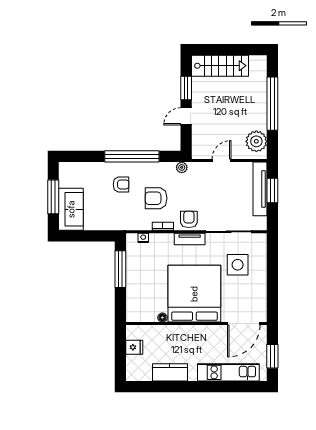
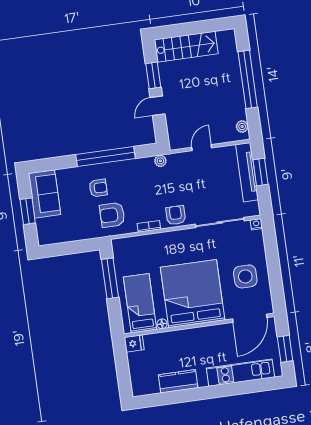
plant: (256, 141) -> (242, 126), width x0.53, depth x0.53
window: (53, 197) -> (28, 211), width x0.69
armchair: (156, 198) -> (112, 215), moved
sofa: (71, 209) -> (45, 194), moved
nightstand: (143, 238) -> (256, 224), moved
tv unit: (190, 239) -> (179, 236), removed
side table: (238, 265) -> (245, 276), moved
bed: (145, 296) -> (140, 303), added
fridge: (134, 347) -> (134, 343), moved

